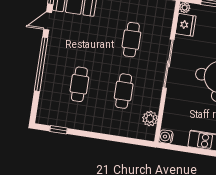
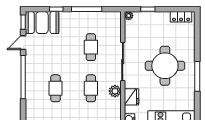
fridge: (186, 25) -> (131, 97), moved
plant: (150, 119) -> (115, 91), moved

